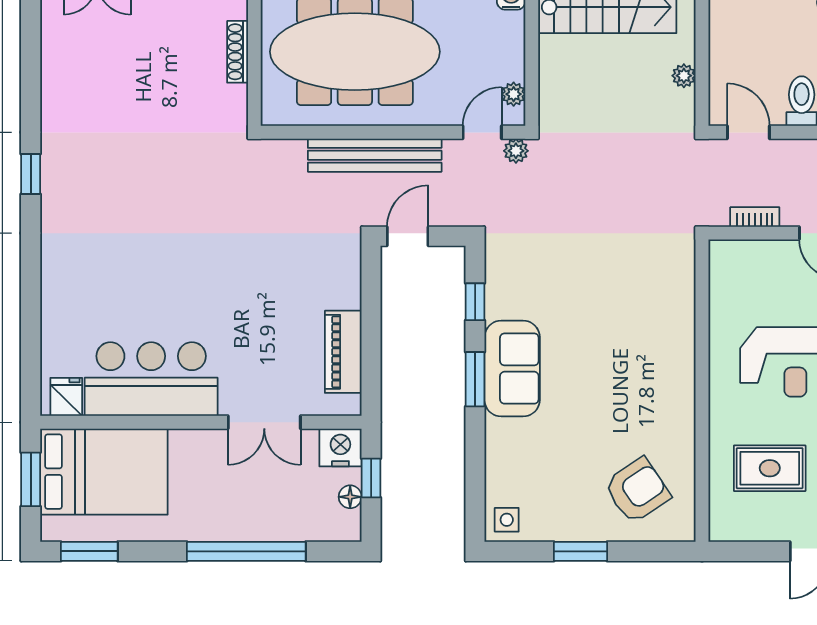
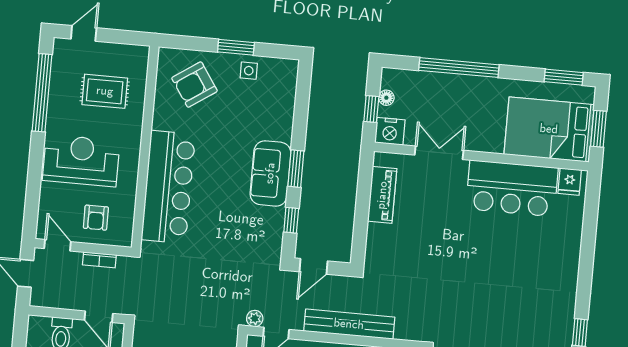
door: (408, 236) -> (314, 266), moved
armchair: (766, 279) -> (96, 218), added
bar counter: (662, 335) -> (168, 187), added
side table: (507, 520) -> (249, 71), moved

